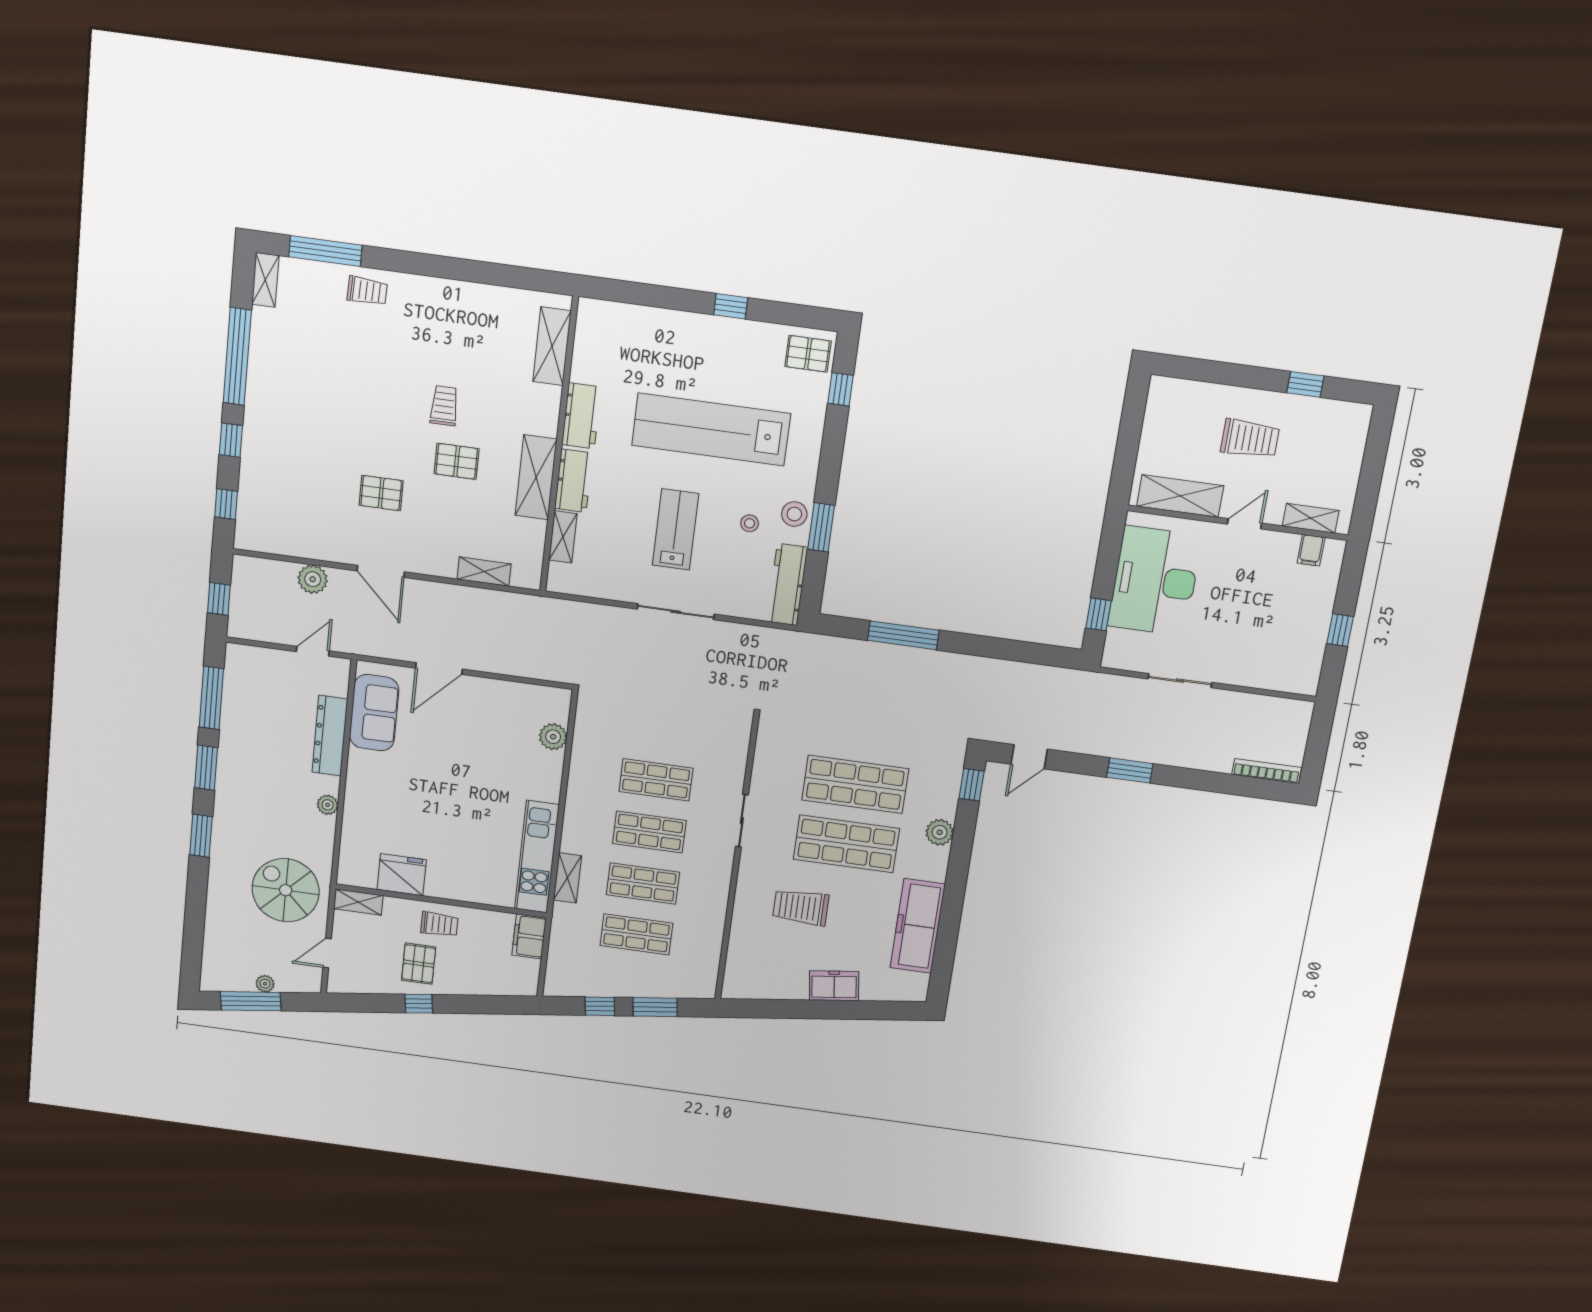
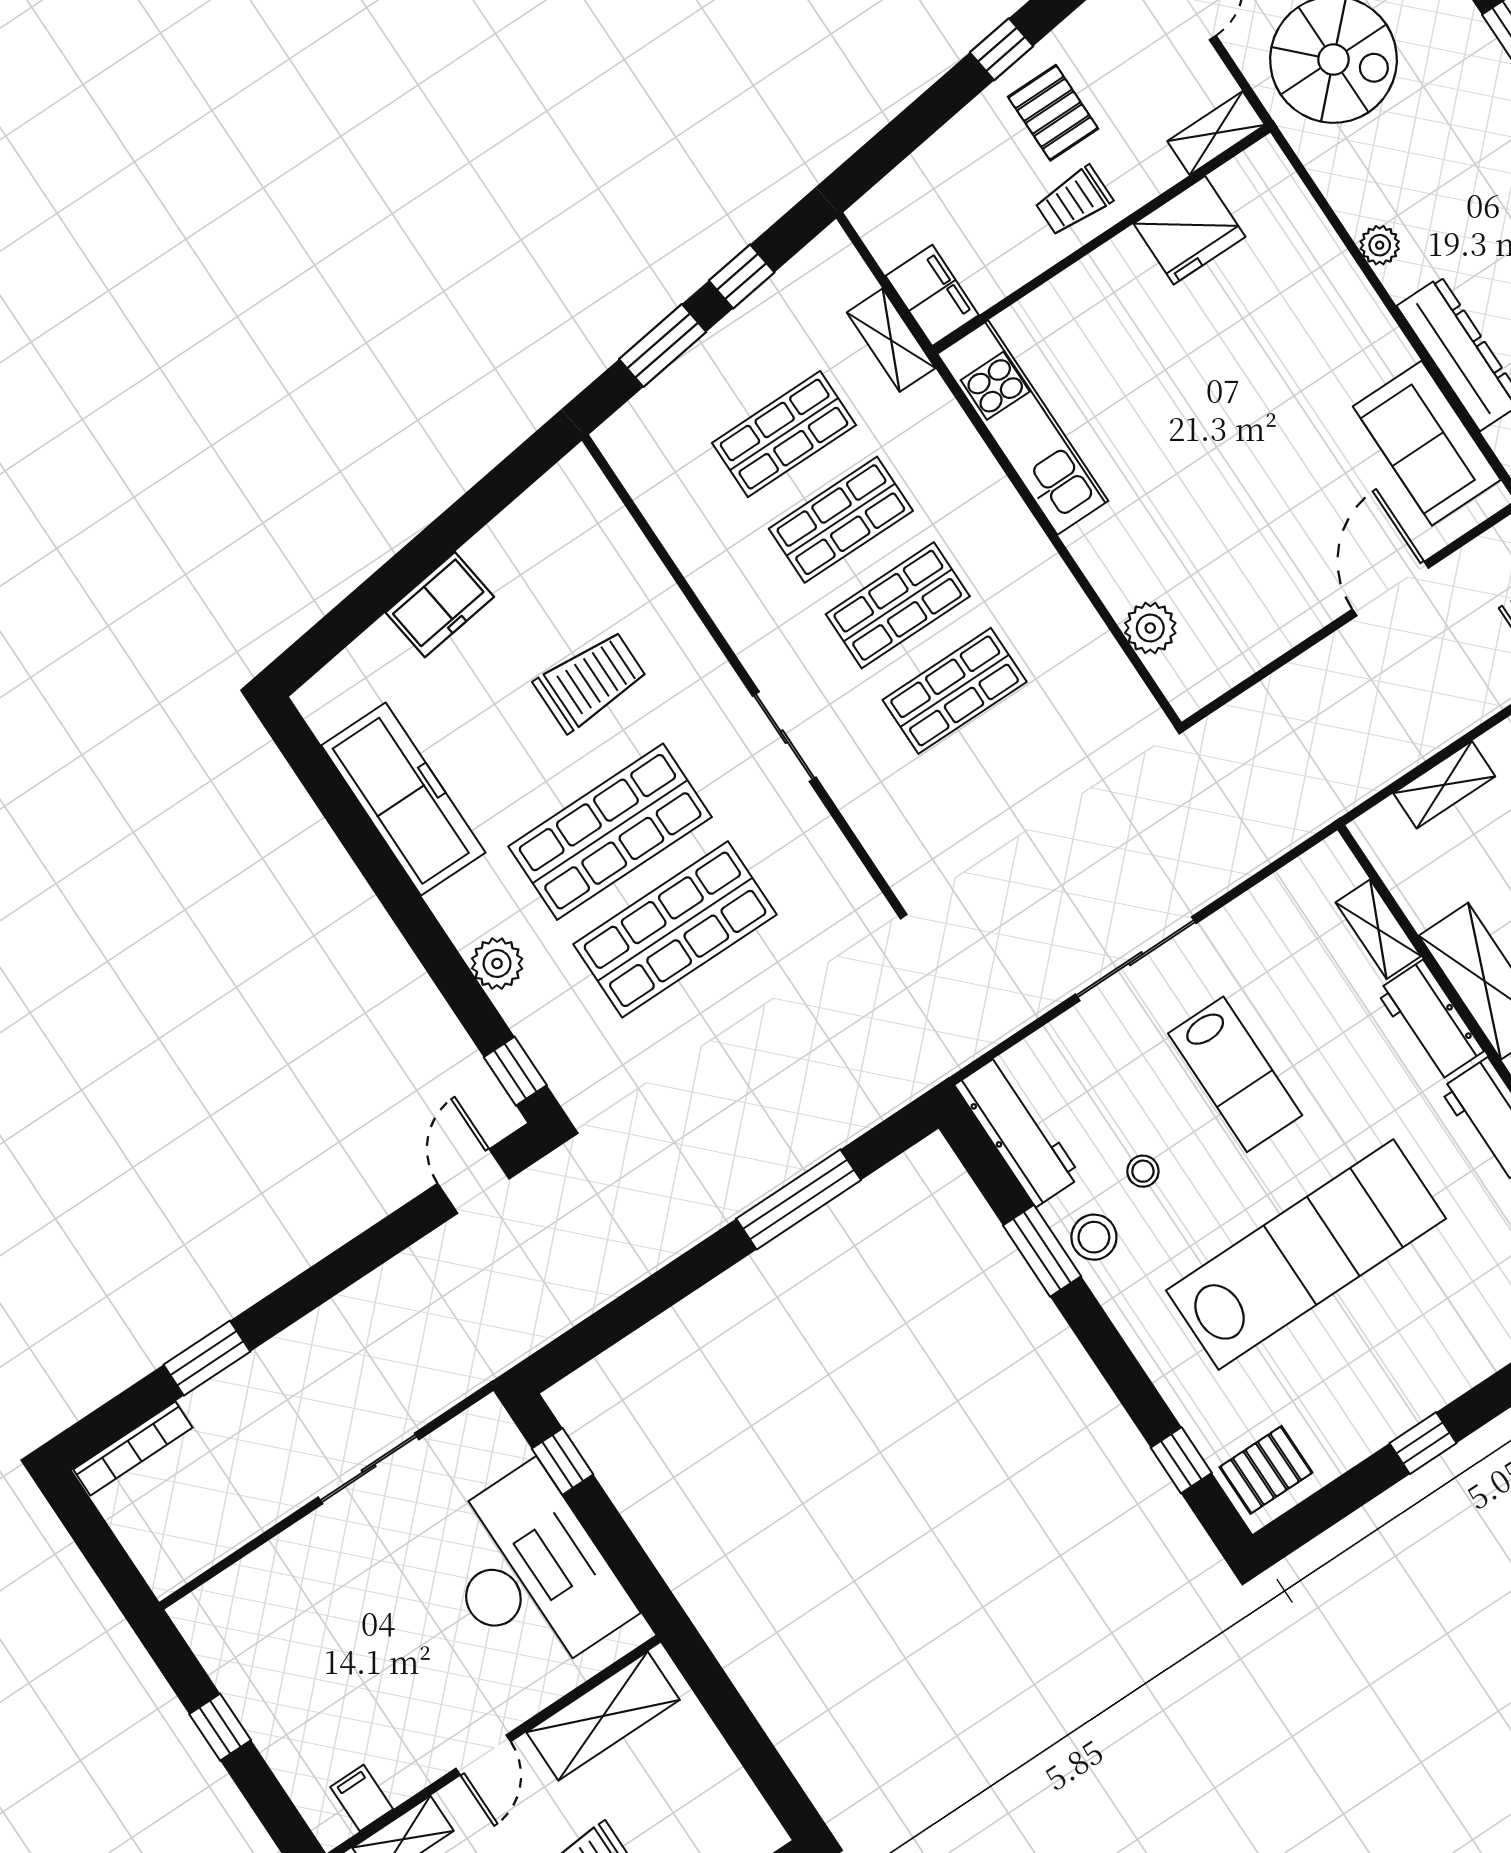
window: (1130, 770) -> (207, 1358), moved
shelving: (567, 878) -> (891, 340), moved

